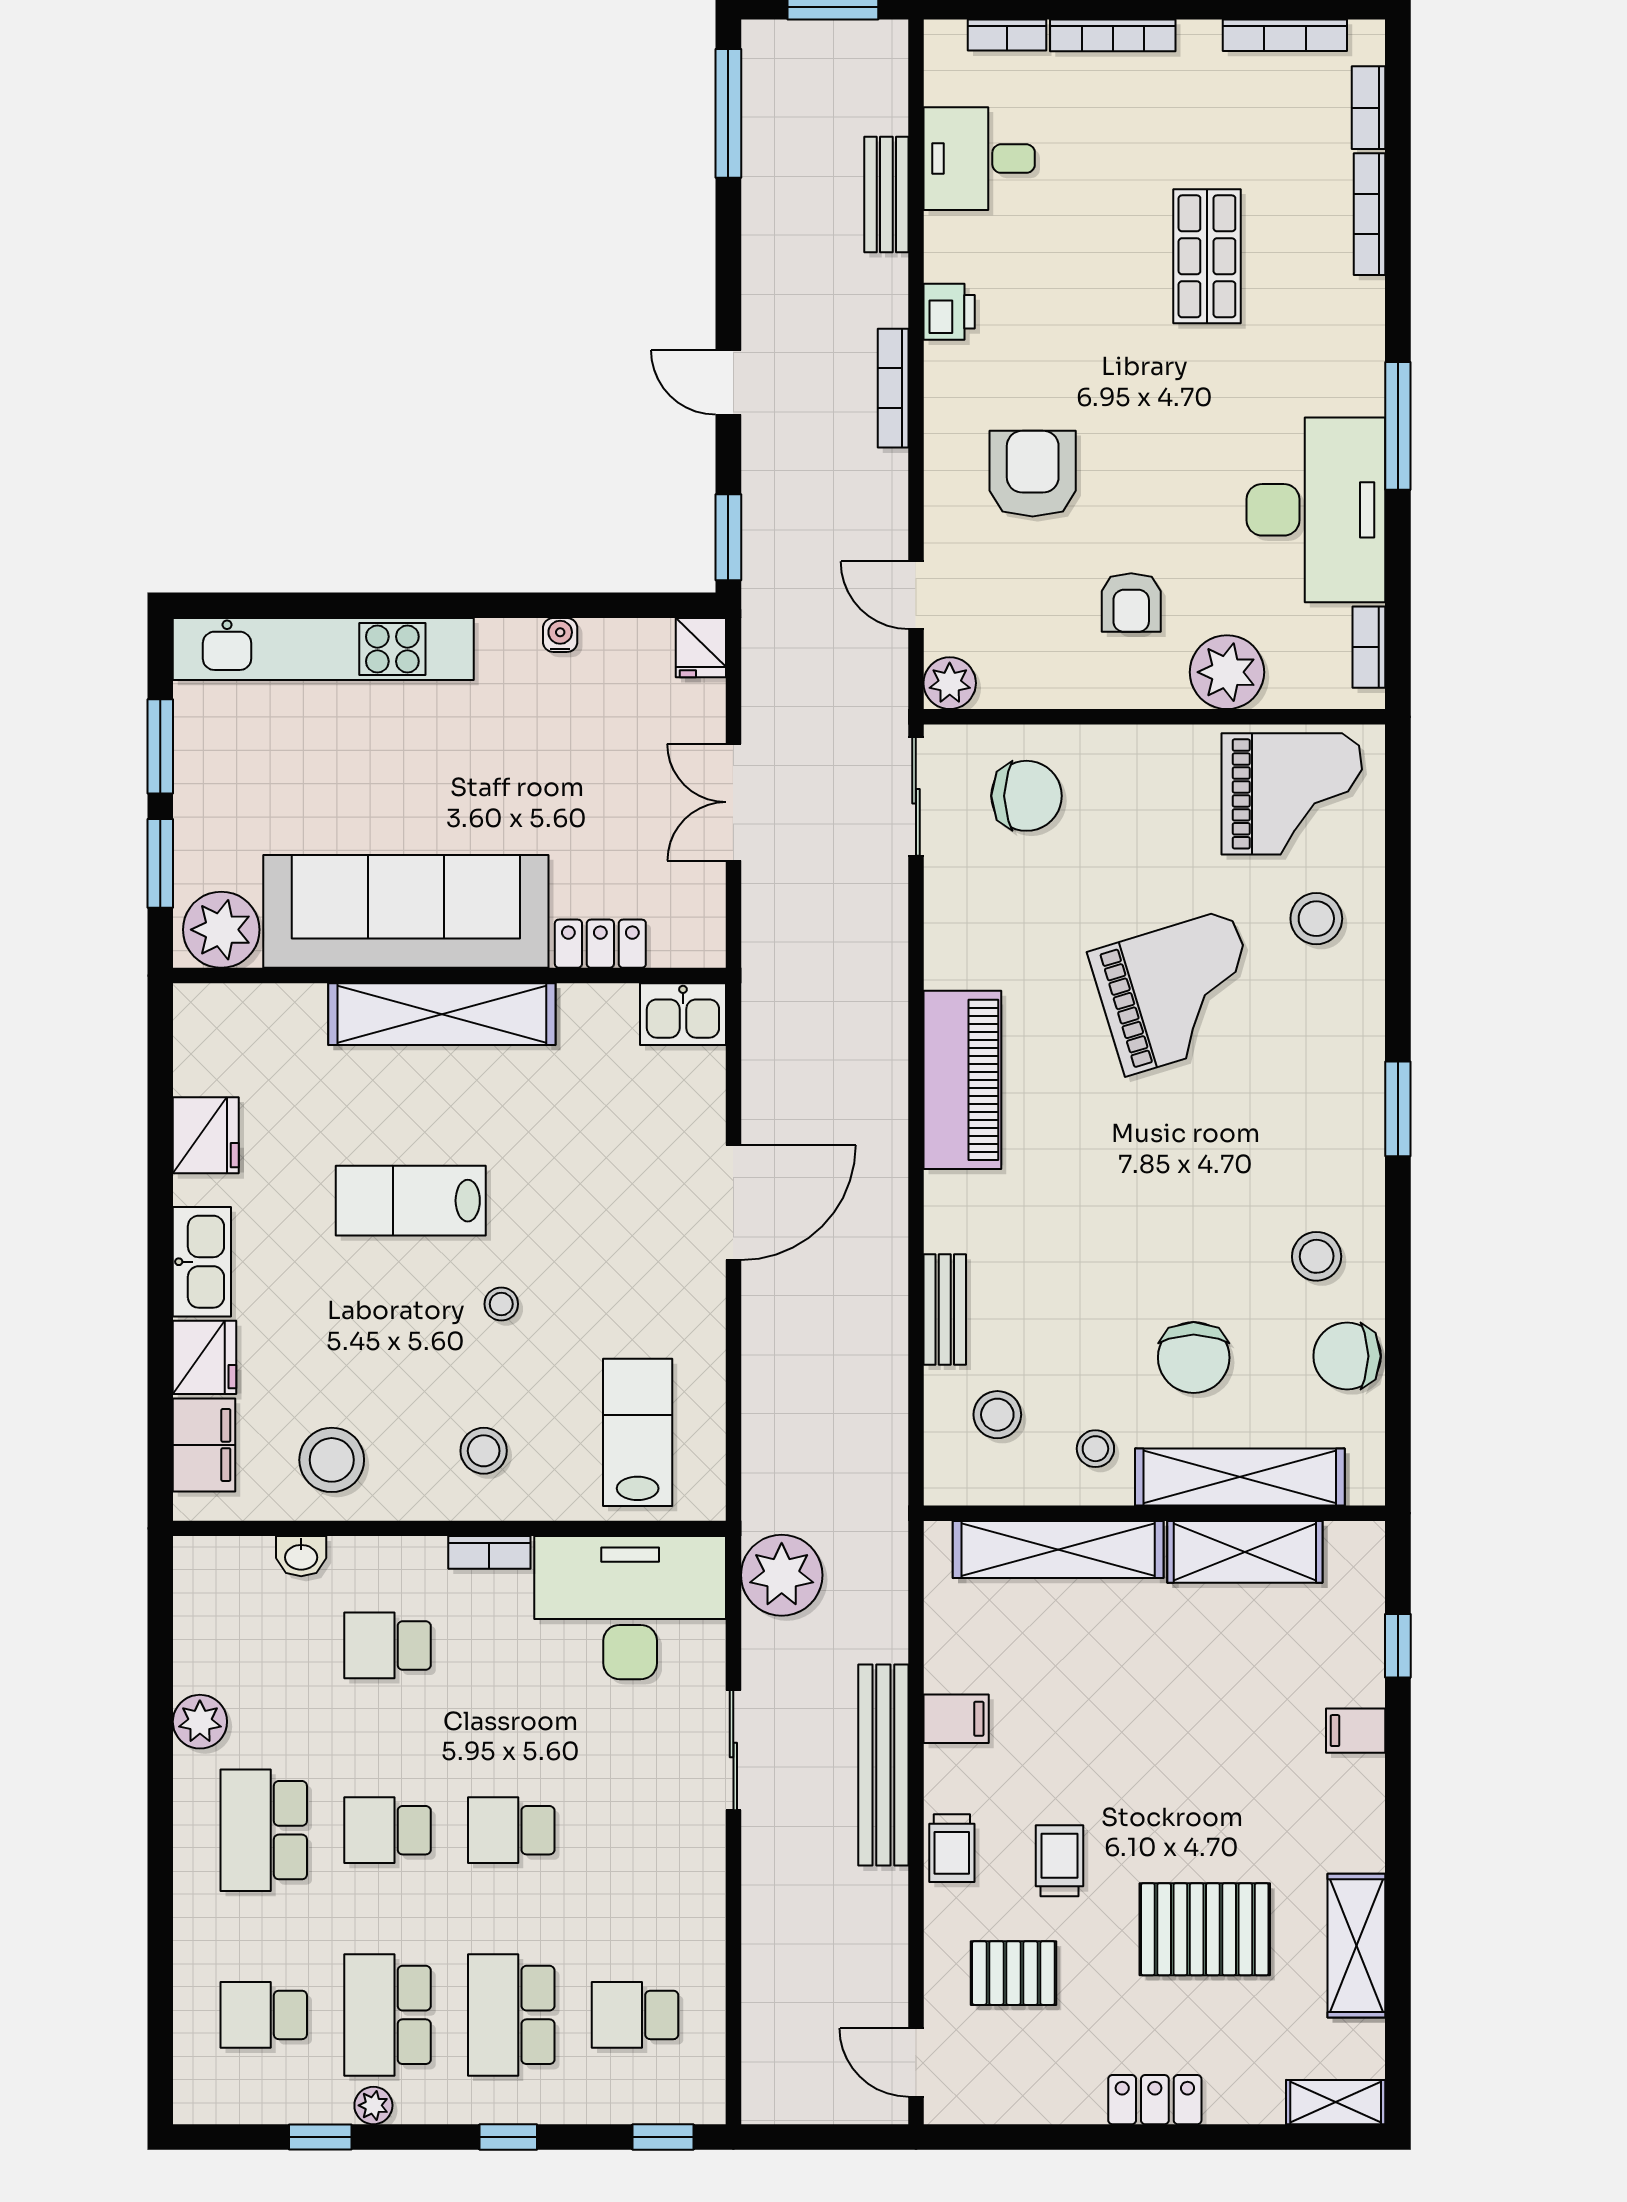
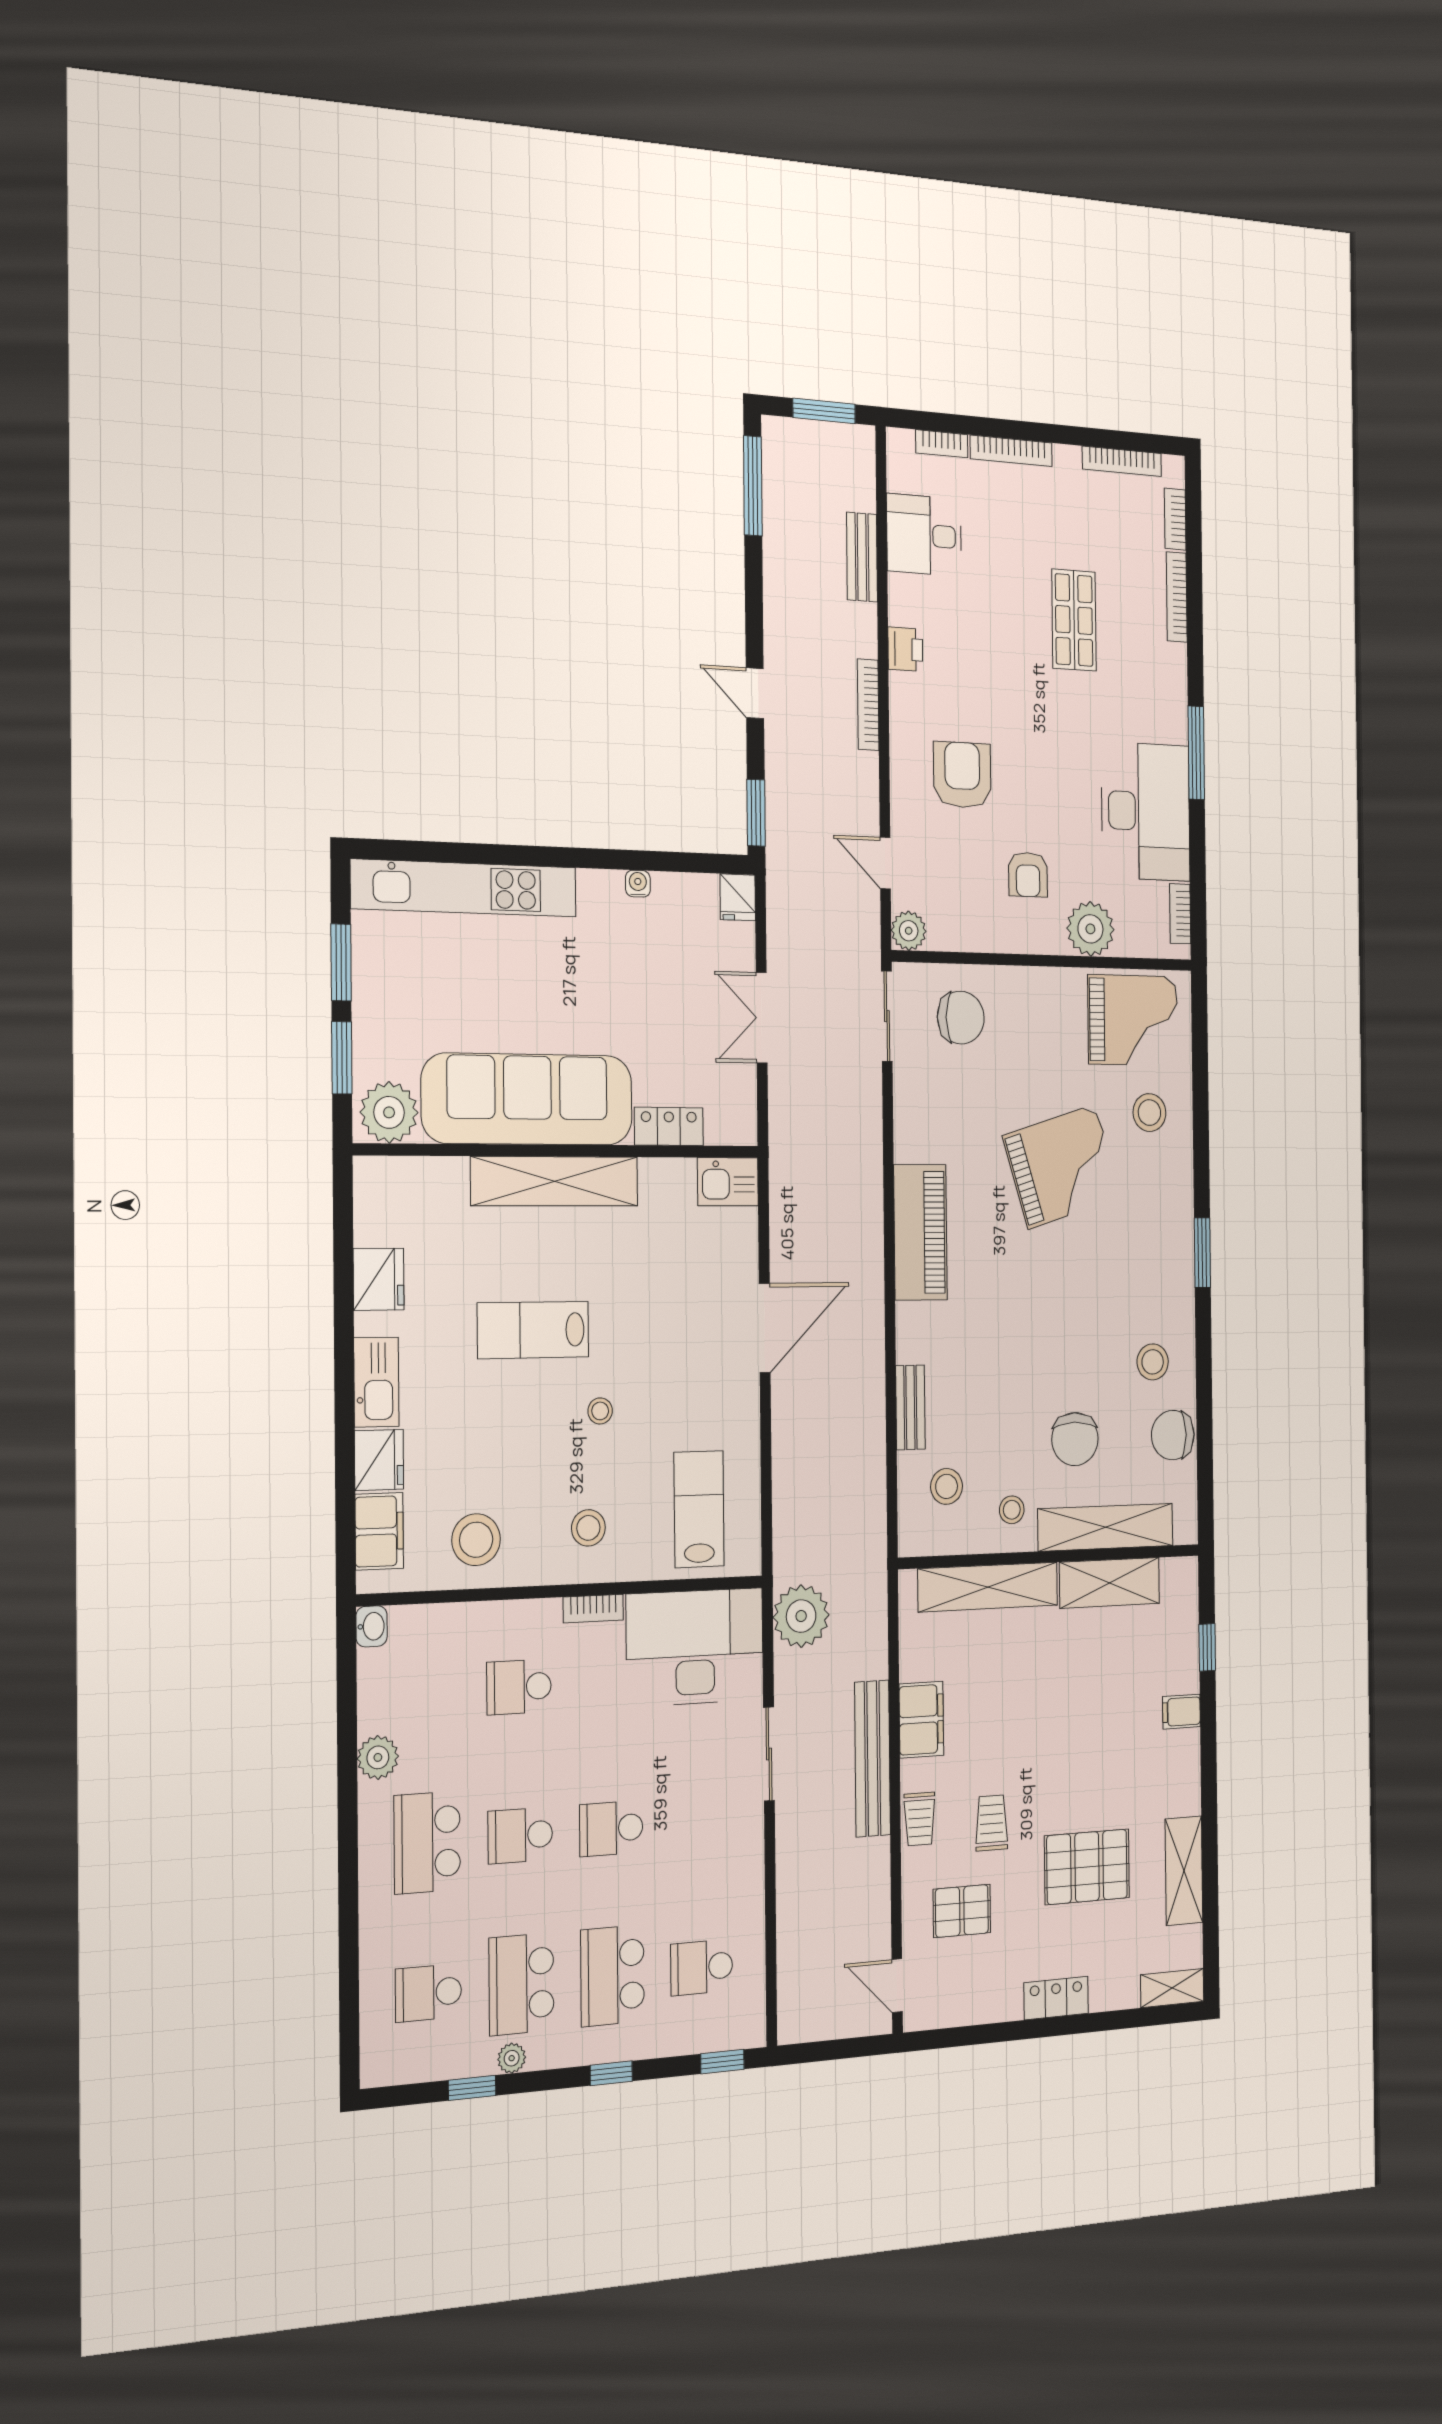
washbasin: (301, 1556) -> (372, 1626), moved, turned -90
filing cabinet: (956, 1719) -> (921, 1720), width x2.00

